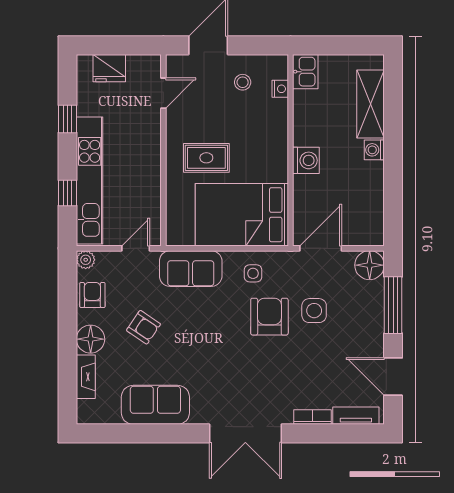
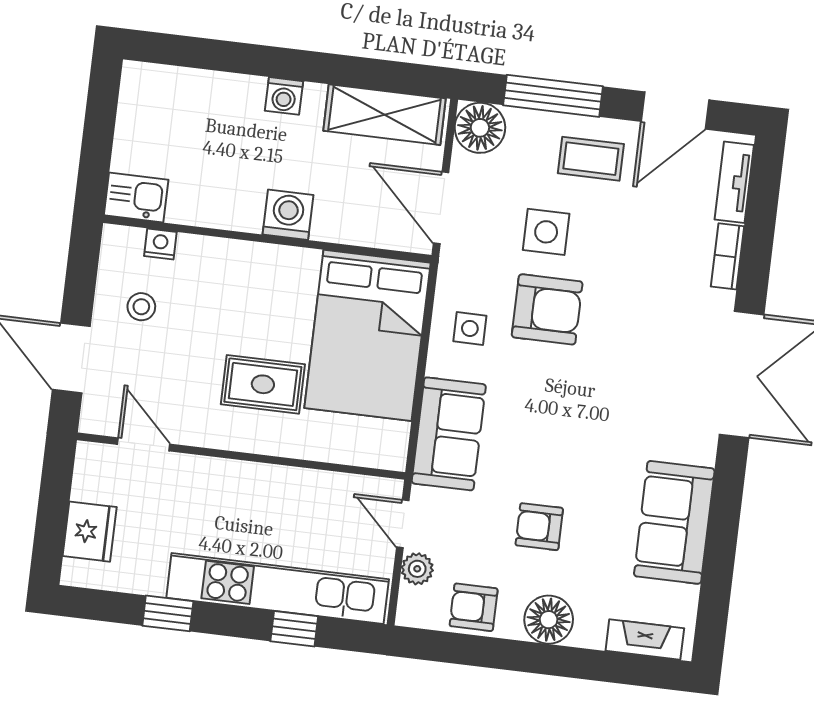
shelving: (370, 104) -> (385, 115), moved
rug: (206, 158) -> (263, 384), turned 90
plant: (86, 260) -> (417, 569), moved
armchair: (269, 317) -> (547, 309), turned 180
armchair: (144, 327) -> (539, 527), turned -124
coffee table: (359, 331) -> (591, 159), added
fireplace: (86, 377) -> (645, 639), moved

